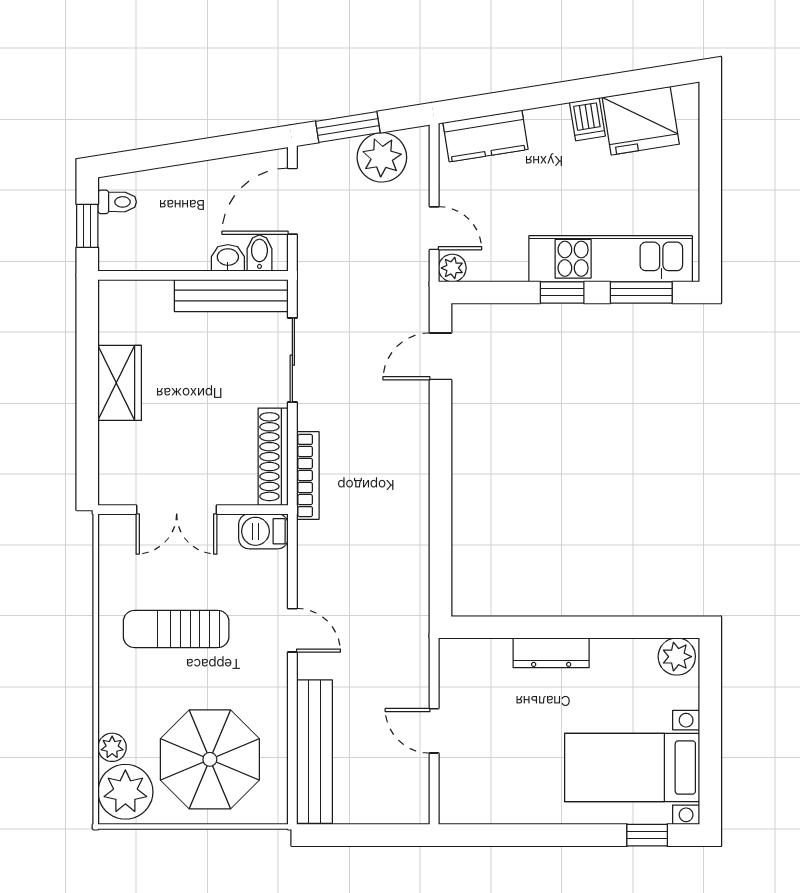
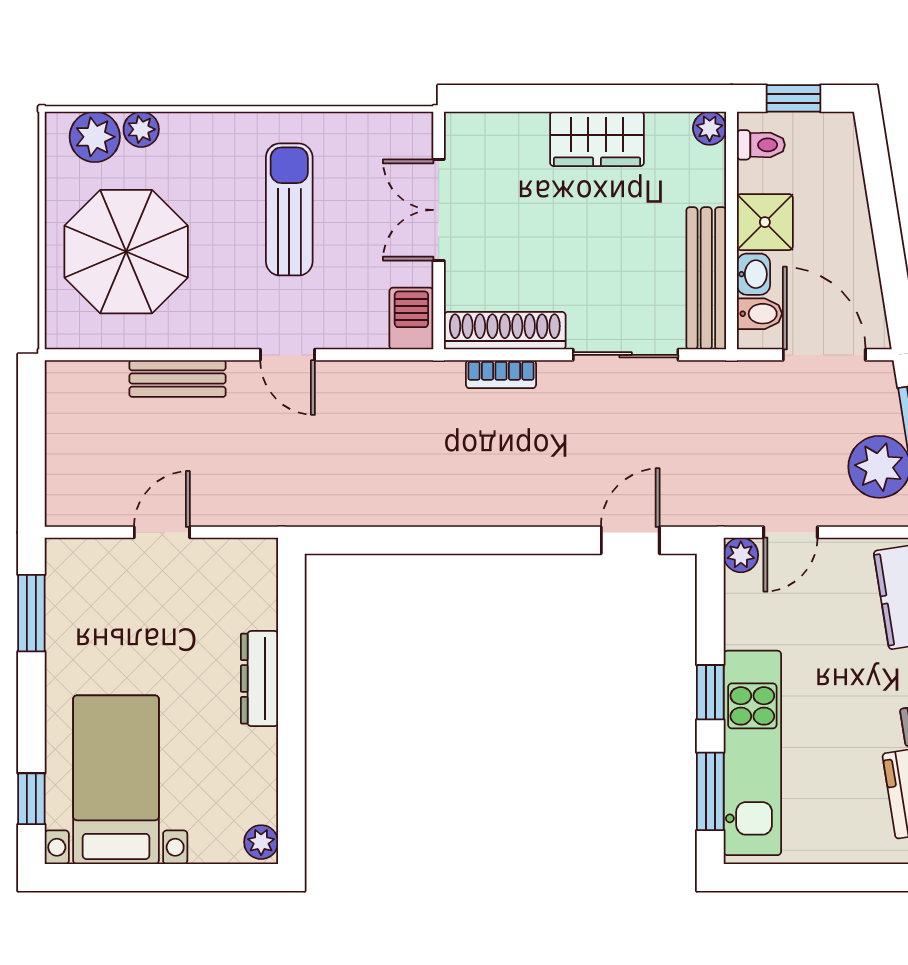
toilet: (117, 202) -> (761, 145), moved, turned -90
shower: (186, 249) -> (765, 222), added
plant: (111, 293) -> (710, 128), added
door: (441, 356) -> (630, 540), hinge flipped
bookcase: (308, 475) -> (501, 374), width x0.64
door: (292, 630) -> (288, 355), hinge flipped
plant: (677, 657) -> (261, 842), width x0.73, depth x0.73
bench: (314, 752) -> (178, 379), width x0.54, depth x0.82
plant: (125, 792) -> (95, 137), width x0.73, depth x0.73
window: (499, 835) -> (31, 613), added

